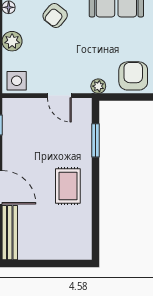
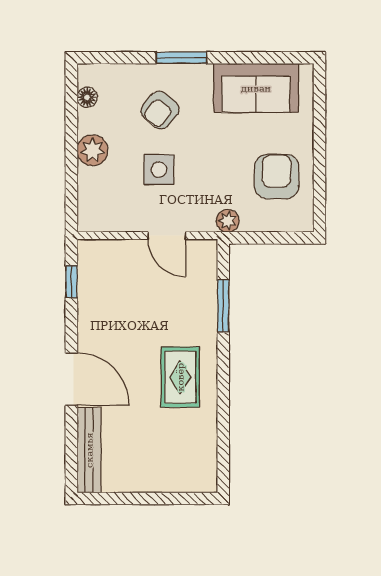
armchair: (133, 76) -> (277, 177), moved
side table: (17, 81) -> (159, 170), moved

